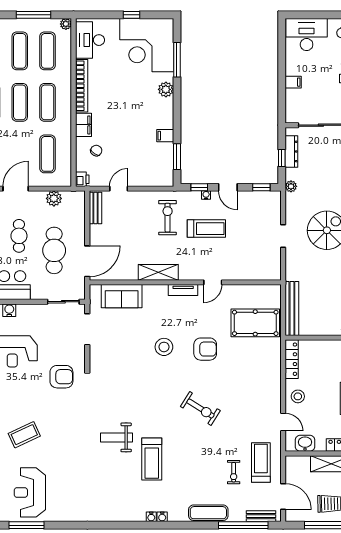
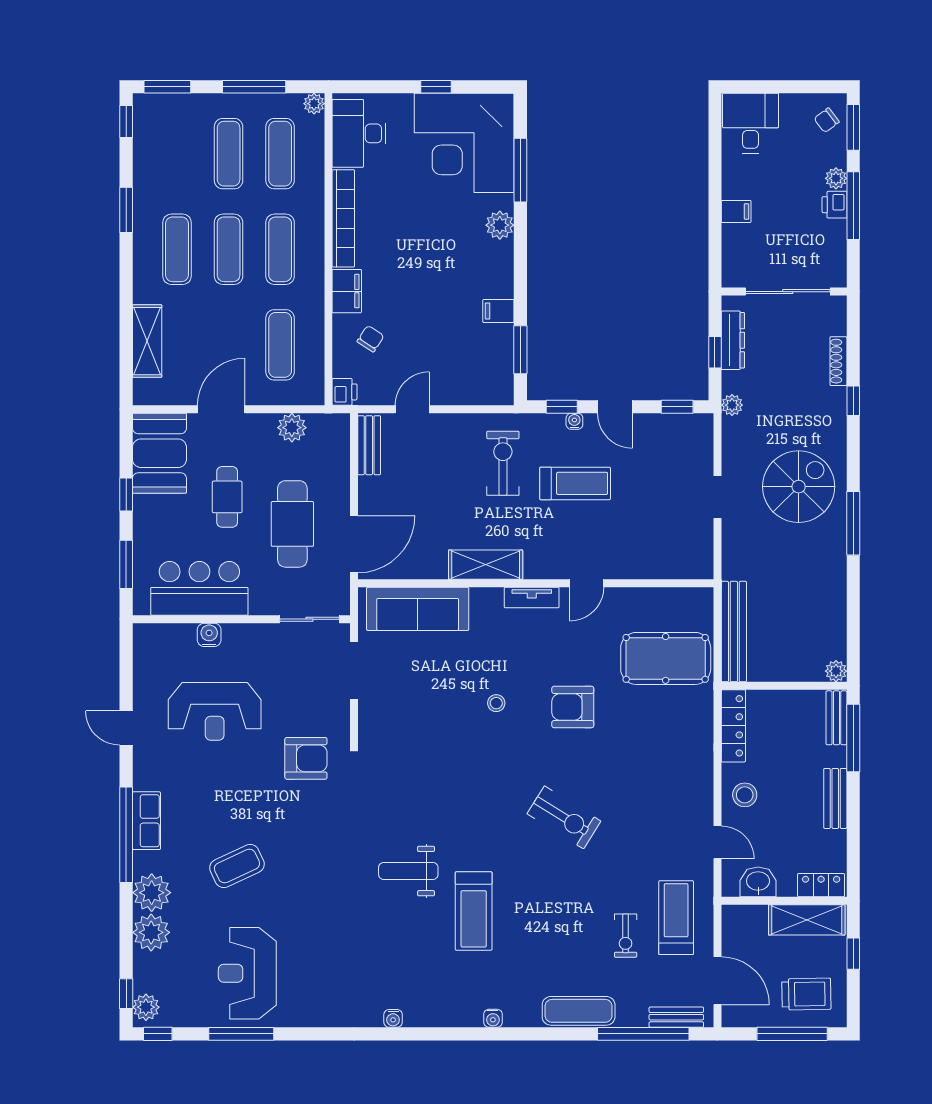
desk: (307, 34) -> (751, 123), width x0.73
sofa: (122, 296) -> (418, 609), width x1.36
stool: (164, 347) -> (496, 703), width x0.53, depth x0.53
armchair: (205, 349) -> (573, 707), turned 180
water cooler: (151, 517) -> (393, 1018), moved

